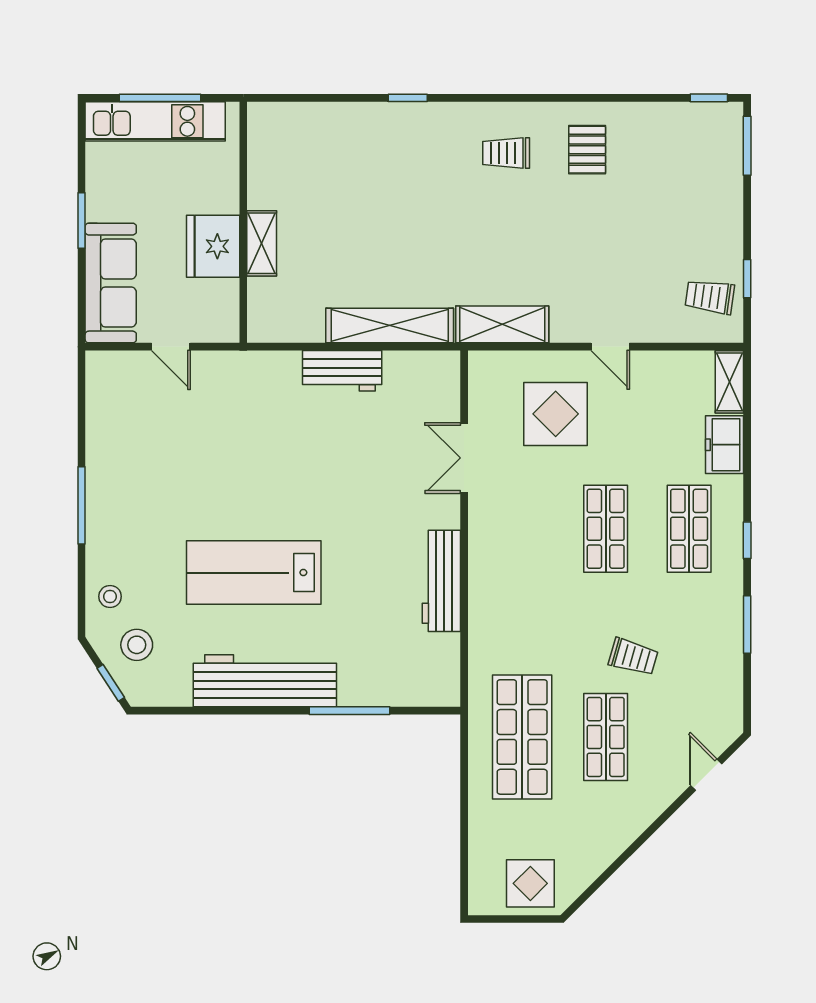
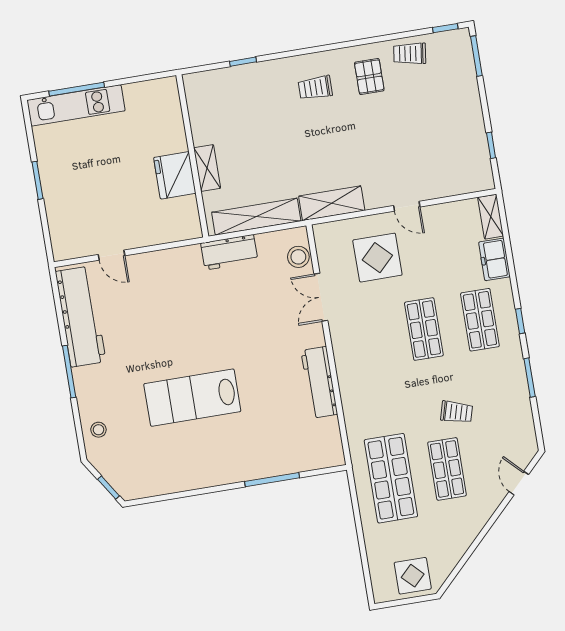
wall: (243, 222) -> (192, 156), moved
shelving: (262, 243) -> (207, 168), moved
fridge: (213, 246) -> (175, 175), moved
sofa: (111, 283) -> (64, 219), removed
trolley: (710, 297) -> (410, 54), moved
stool: (137, 645) -> (298, 257), moved
workbench: (265, 681) -> (81, 317), moved, turned 90

